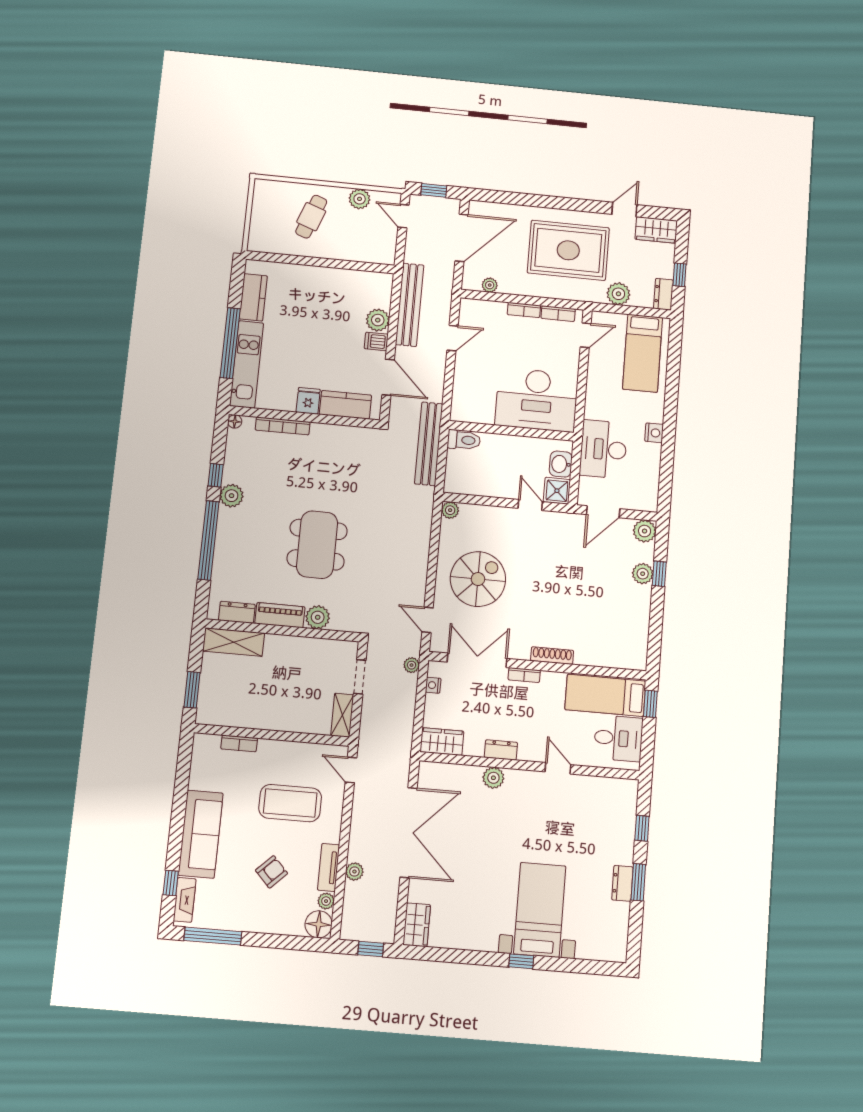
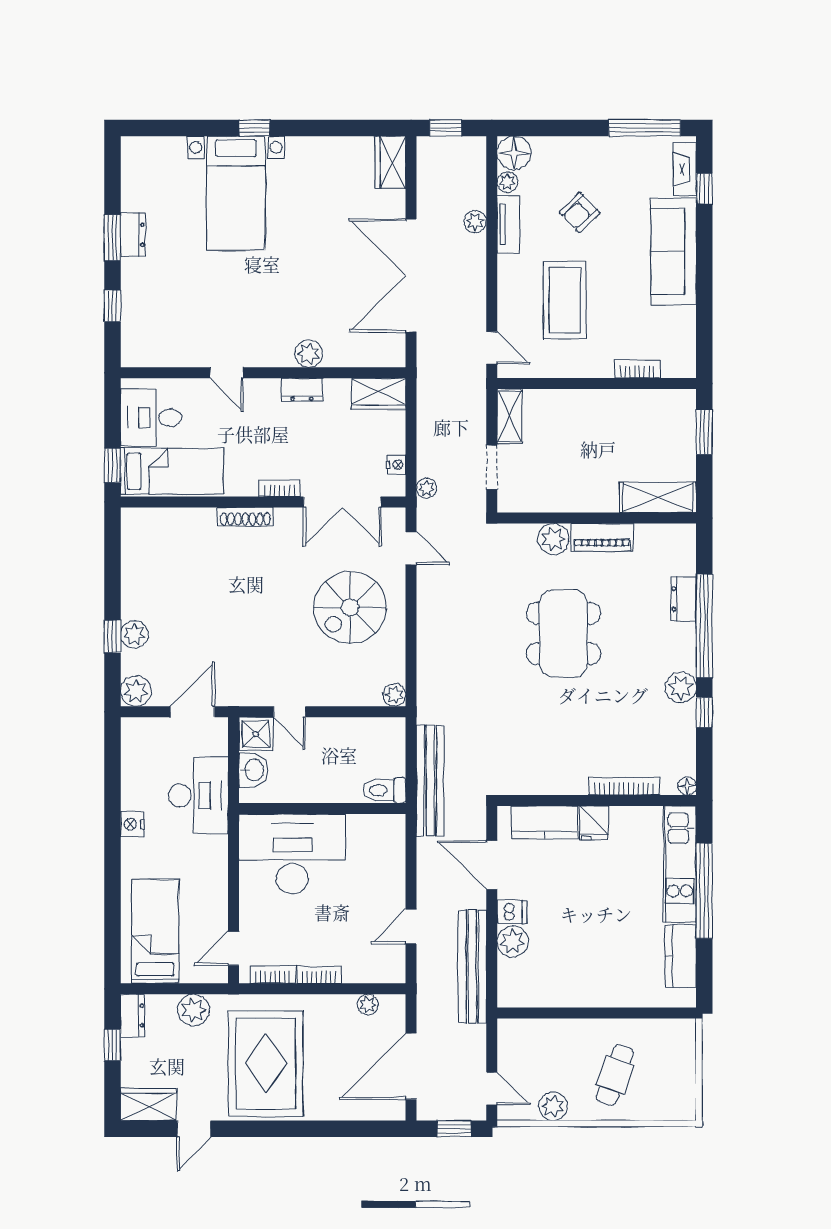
rug: (568, 250) -> (266, 1064), turned 90
dresser: (237, 612) -> (684, 599), moved, turned 90
coffee table: (290, 803) -> (565, 300), turned 90

